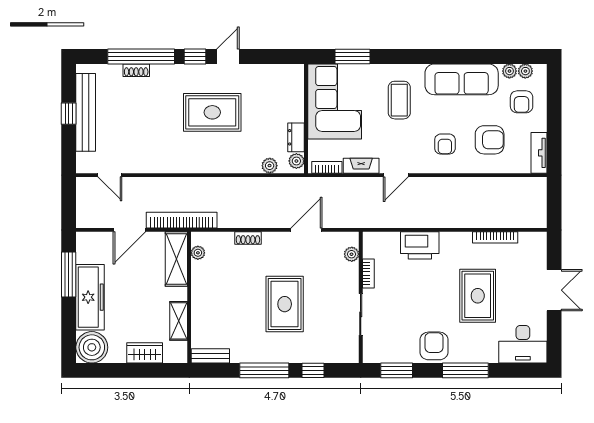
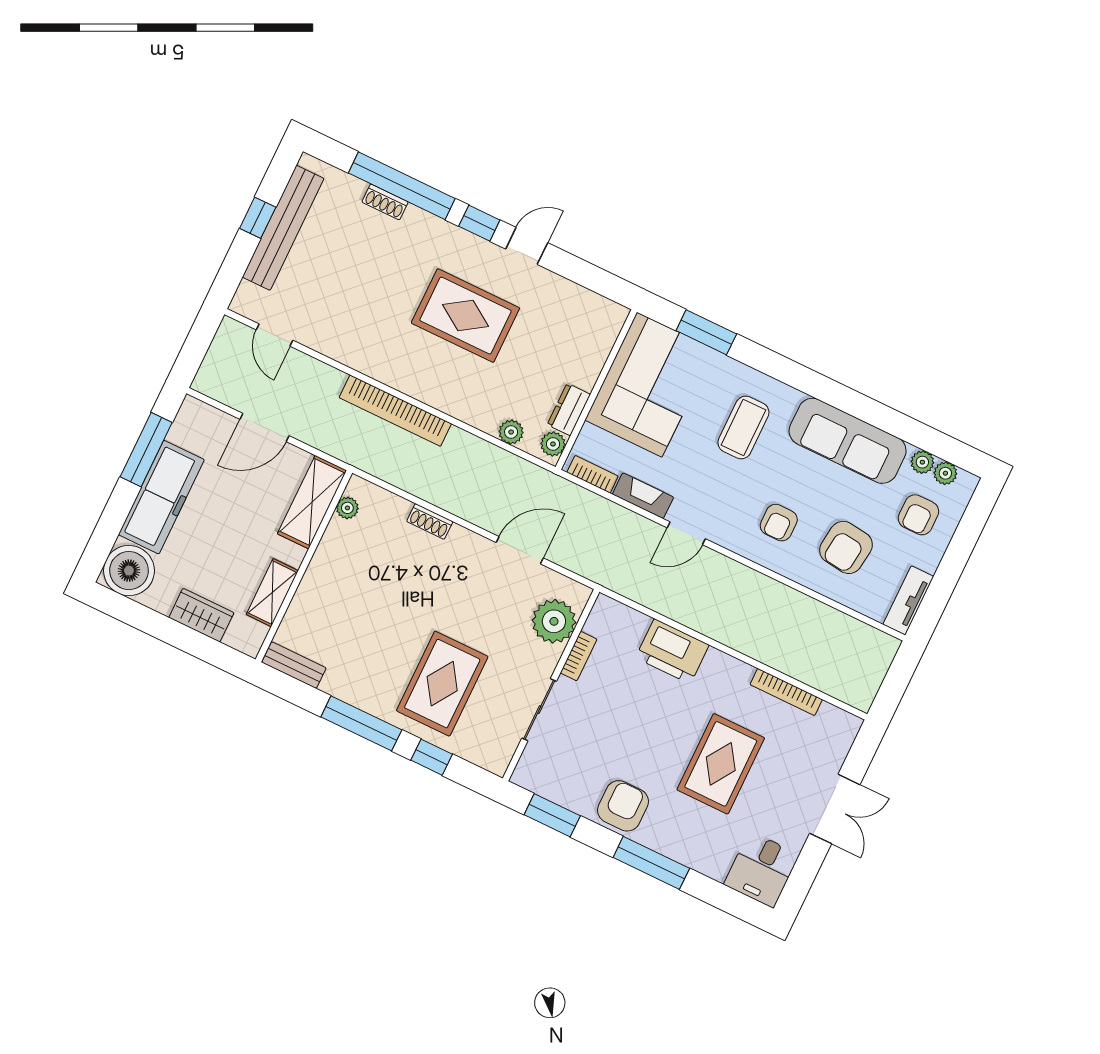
armchair: (490, 140) -> (846, 547), turned 97
bookcase: (182, 220) -> (395, 411), moved, turned 180
plant: (352, 254) -> (554, 621), width x1.88, depth x1.88
rug: (285, 304) -> (442, 684), moved
desk: (523, 344) -> (762, 870), width x0.73

